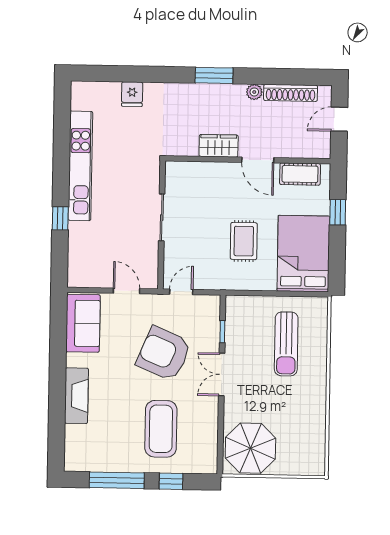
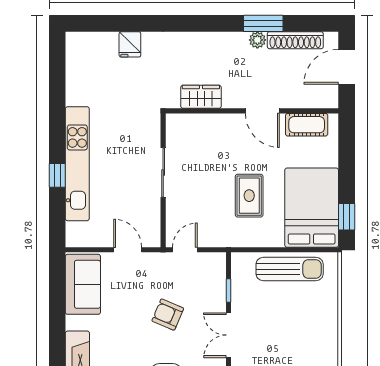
window: (214, 75) -> (263, 23), moved
door: (339, 119) -> (347, 67), width x1.38
wardrobe: (219, 146) -> (201, 97), moved
kitchen unit: (80, 166) -> (77, 164), moved
window: (338, 212) -> (347, 217), moved
sun lounger: (286, 344) -> (290, 269), moved, turned -90
armchair: (164, 354) -> (168, 315), width x0.53, depth x0.53

